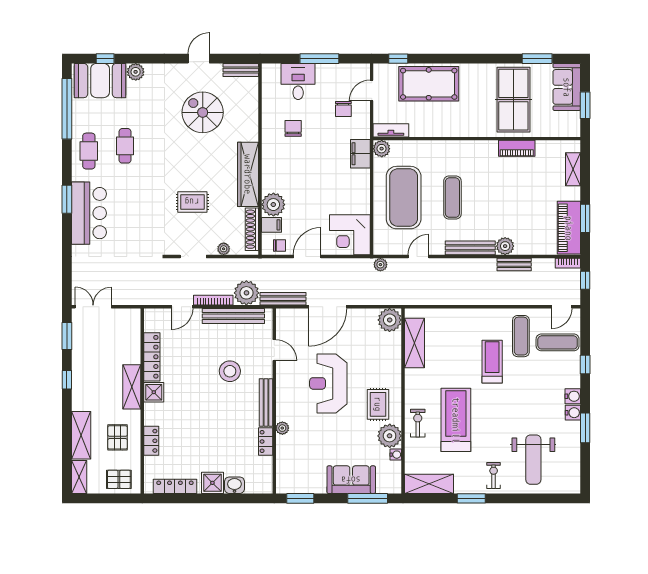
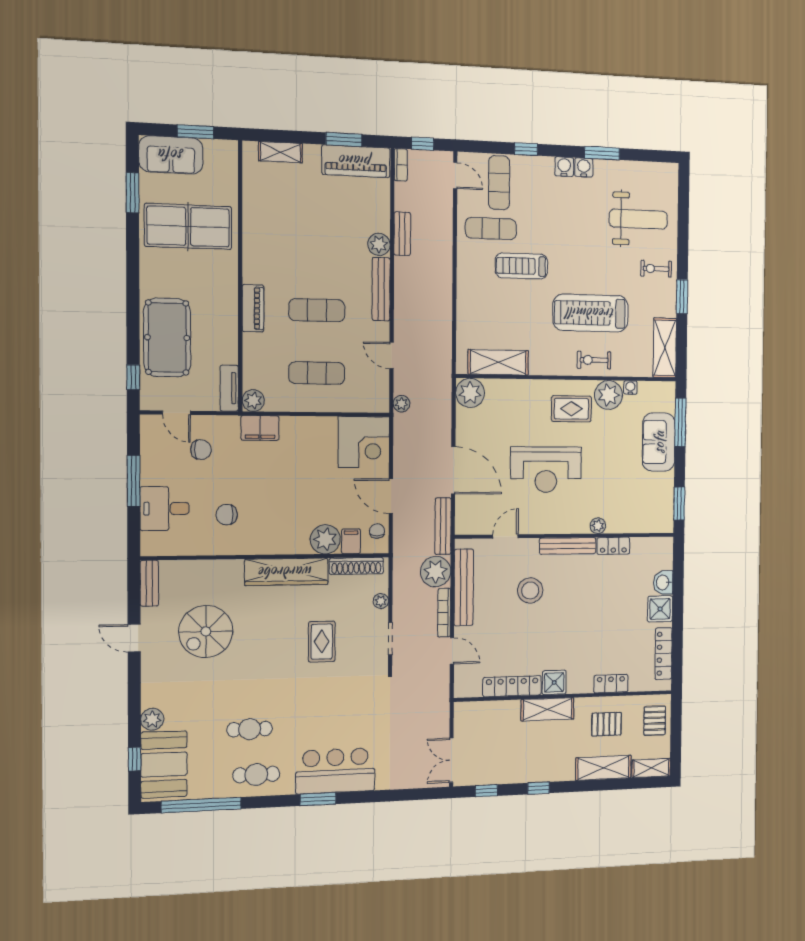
piano: (517, 148) -> (253, 308), moved
exercise mat: (404, 198) -> (317, 373), width x0.50, depth x0.69
window: (67, 336) -> (486, 791), width x0.67

